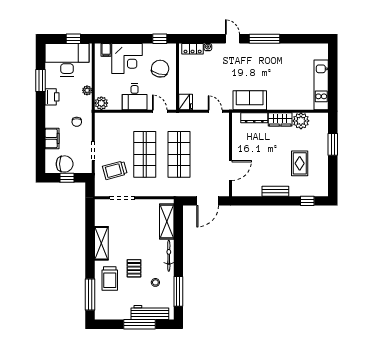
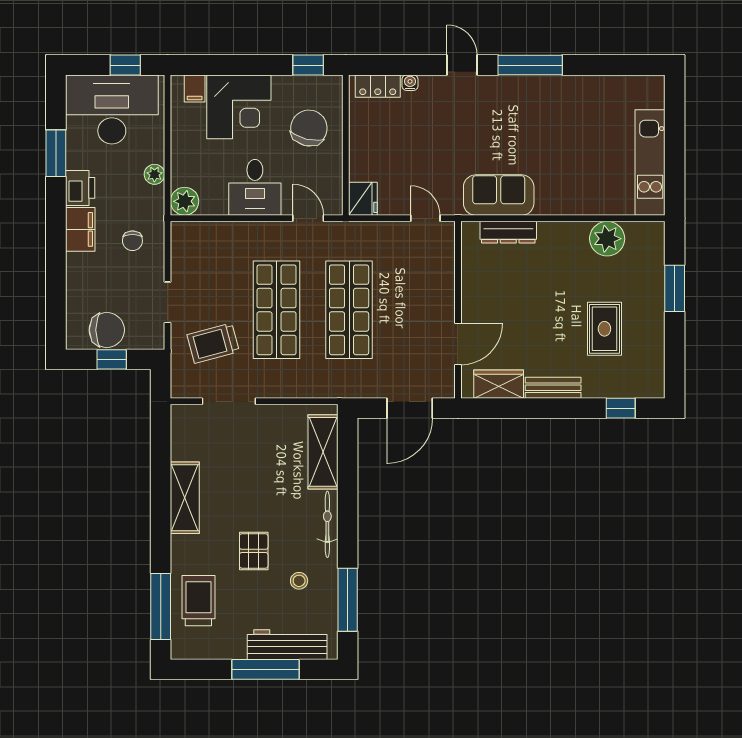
wardrobe: (280, 119) -> (499, 384), moved, turned 180
filing cabinet: (52, 138) -> (80, 229), moved
trolley: (110, 279) -> (198, 601), moved, turned 180

